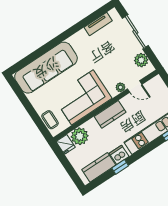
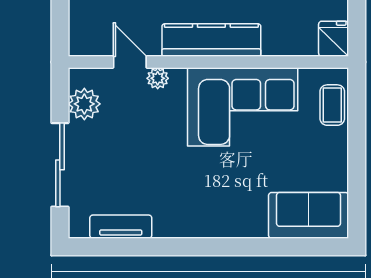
sofa: (46, 68) -> (309, 215), width x0.54, depth x0.79
kitchen counter: (110, 114) -> (211, 40), width x1.50
plant: (80, 136) -> (297, 36), removed

